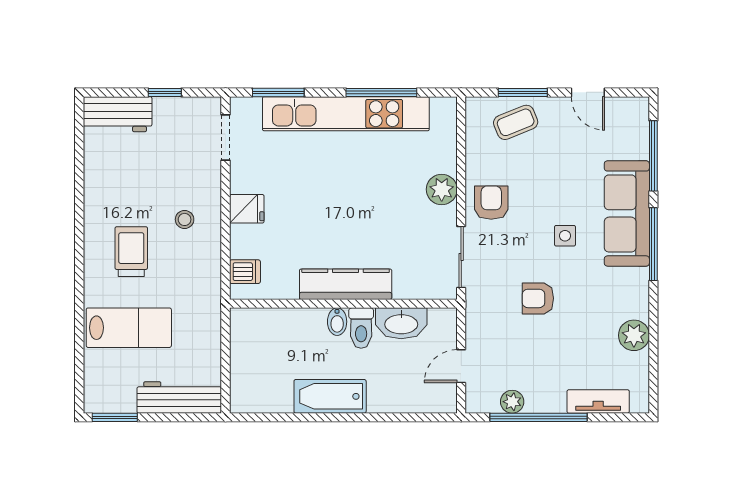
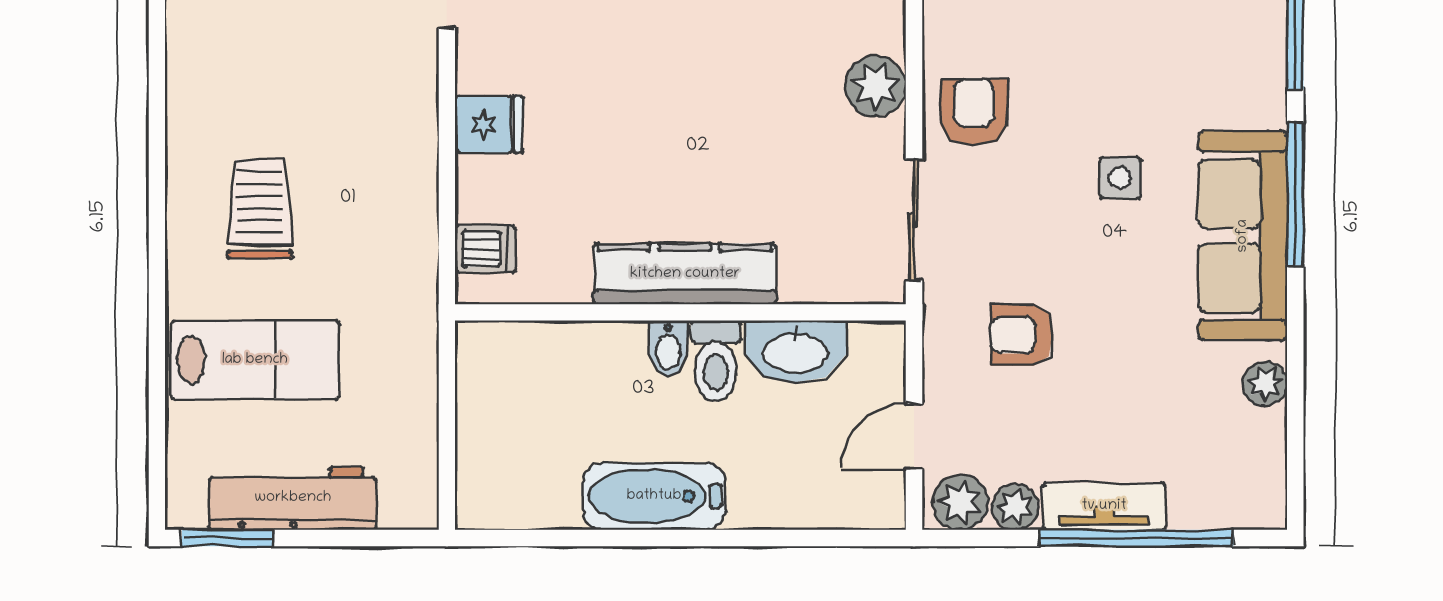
sofa: (627, 213) -> (1243, 236), moved
stool: (185, 219) -> (366, 146), removed
armchair: (538, 298) -> (1021, 335), moved
plant: (634, 335) -> (1265, 384), width x0.73, depth x0.73
workbench: (179, 397) -> (293, 498), moved
plant: (484, 399) -> (960, 502), added
tv unit: (598, 401) -> (1104, 506), moved
window: (539, 417) -> (1137, 538), moved

